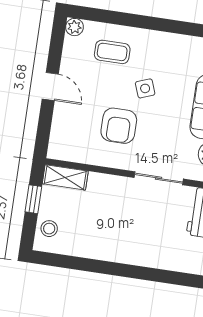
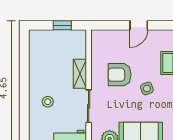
shelving: (65, 177) -> (80, 74), moved
stool: (49, 229) -> (48, 102), moved

